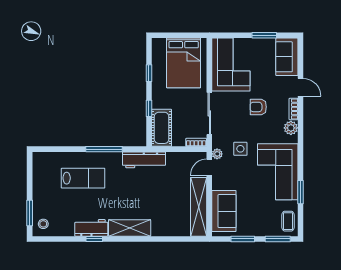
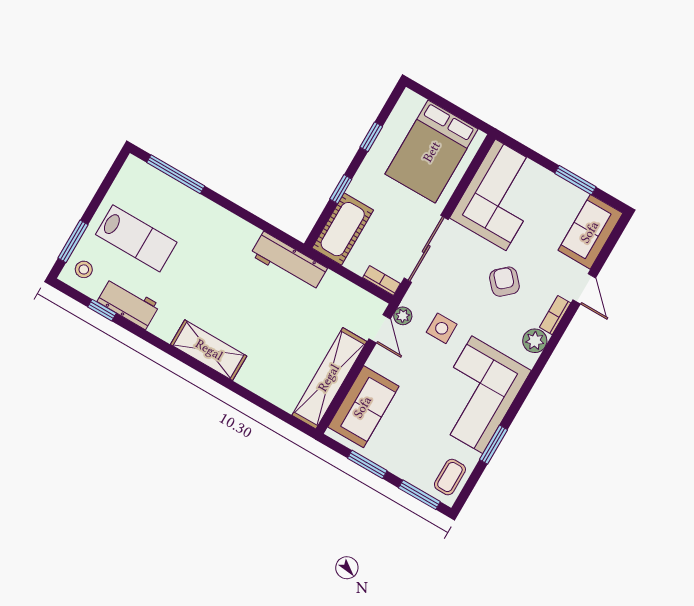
armchair: (258, 107) -> (504, 282), turned 48
window: (104, 149) -> (176, 174), moved
door: (209, 167) -> (380, 329), swing flipped
lab bench: (83, 178) -> (136, 238), moved
workbench: (91, 228) -> (128, 303), moved
window: (94, 239) -> (102, 310), moved

